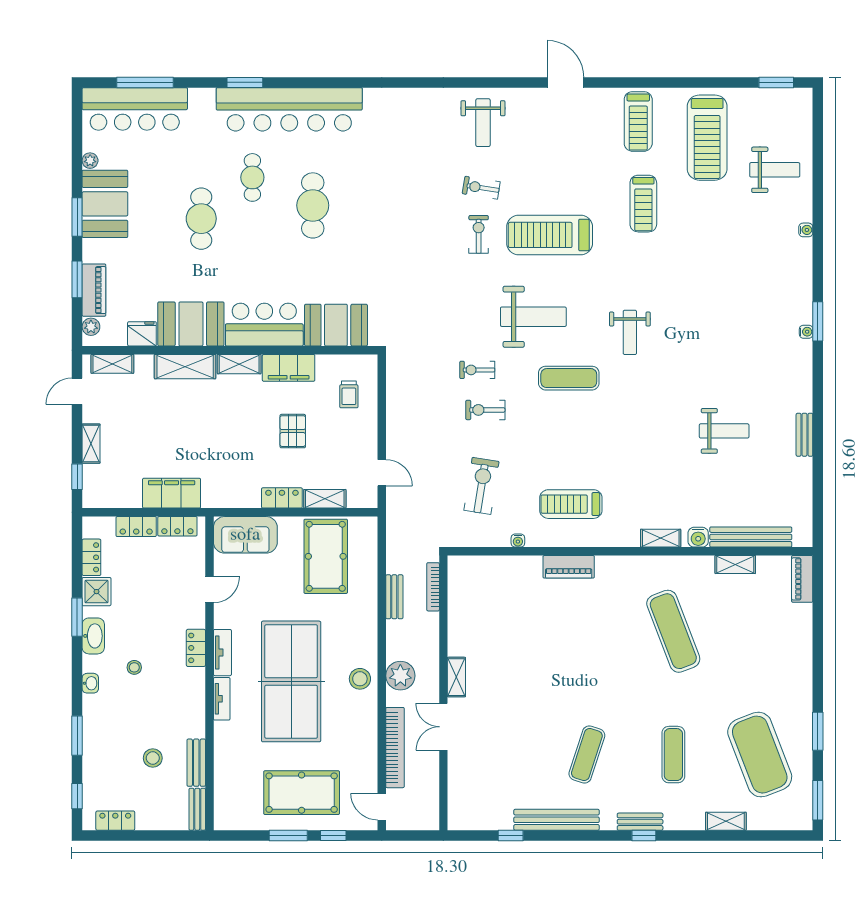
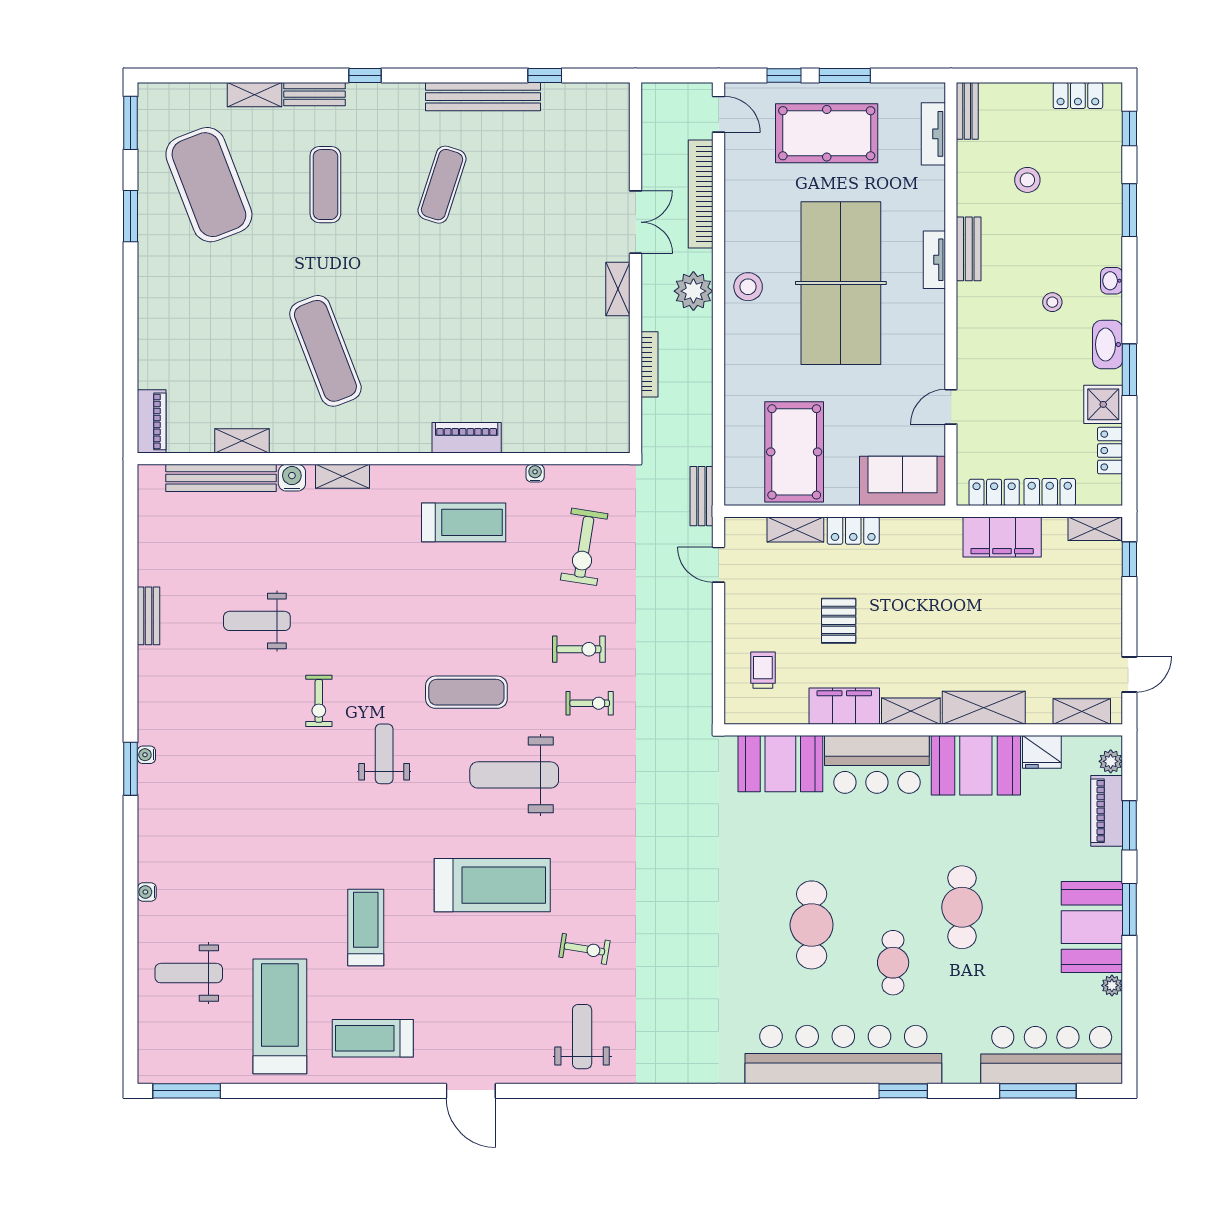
window: (776, 82) -> (187, 1091), width x1.44
treadmill: (638, 121) -> (373, 1038), turned -90
exercise bike: (479, 234) -> (319, 701), moved
shelving: (91, 444) -> (1095, 529), moved, turned 90
bookcase: (433, 587) -> (649, 364), moved
bench: (394, 597) -> (702, 496), moved
locker: (196, 648) -> (969, 328), removed
tv unit: (222, 653) -> (933, 134), moved
bench: (196, 763) -> (969, 249), moved
bench: (640, 822) -> (315, 94), moved

